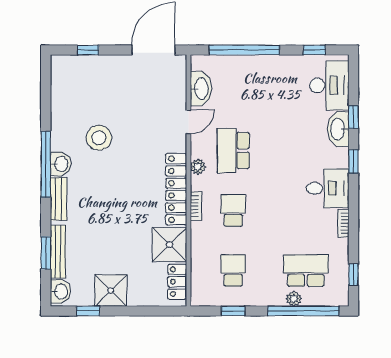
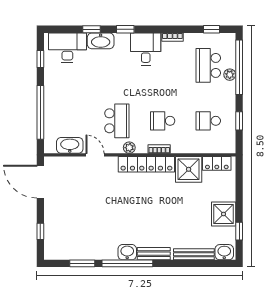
stool: (99, 138) -> (107, 223), removed
school desk: (233, 150) -> (117, 121), turned -90
window: (46, 253) -> (82, 263), moved

